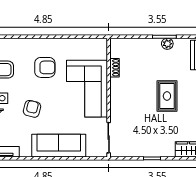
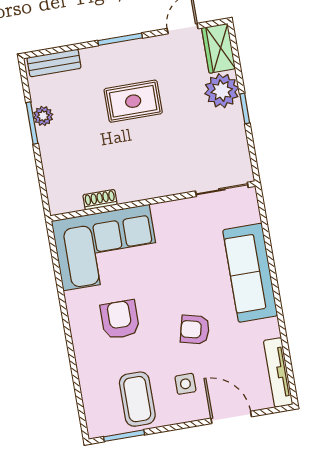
corner sofa: (87, 89) -> (106, 248), moved
plant: (164, 147) -> (222, 91), added

